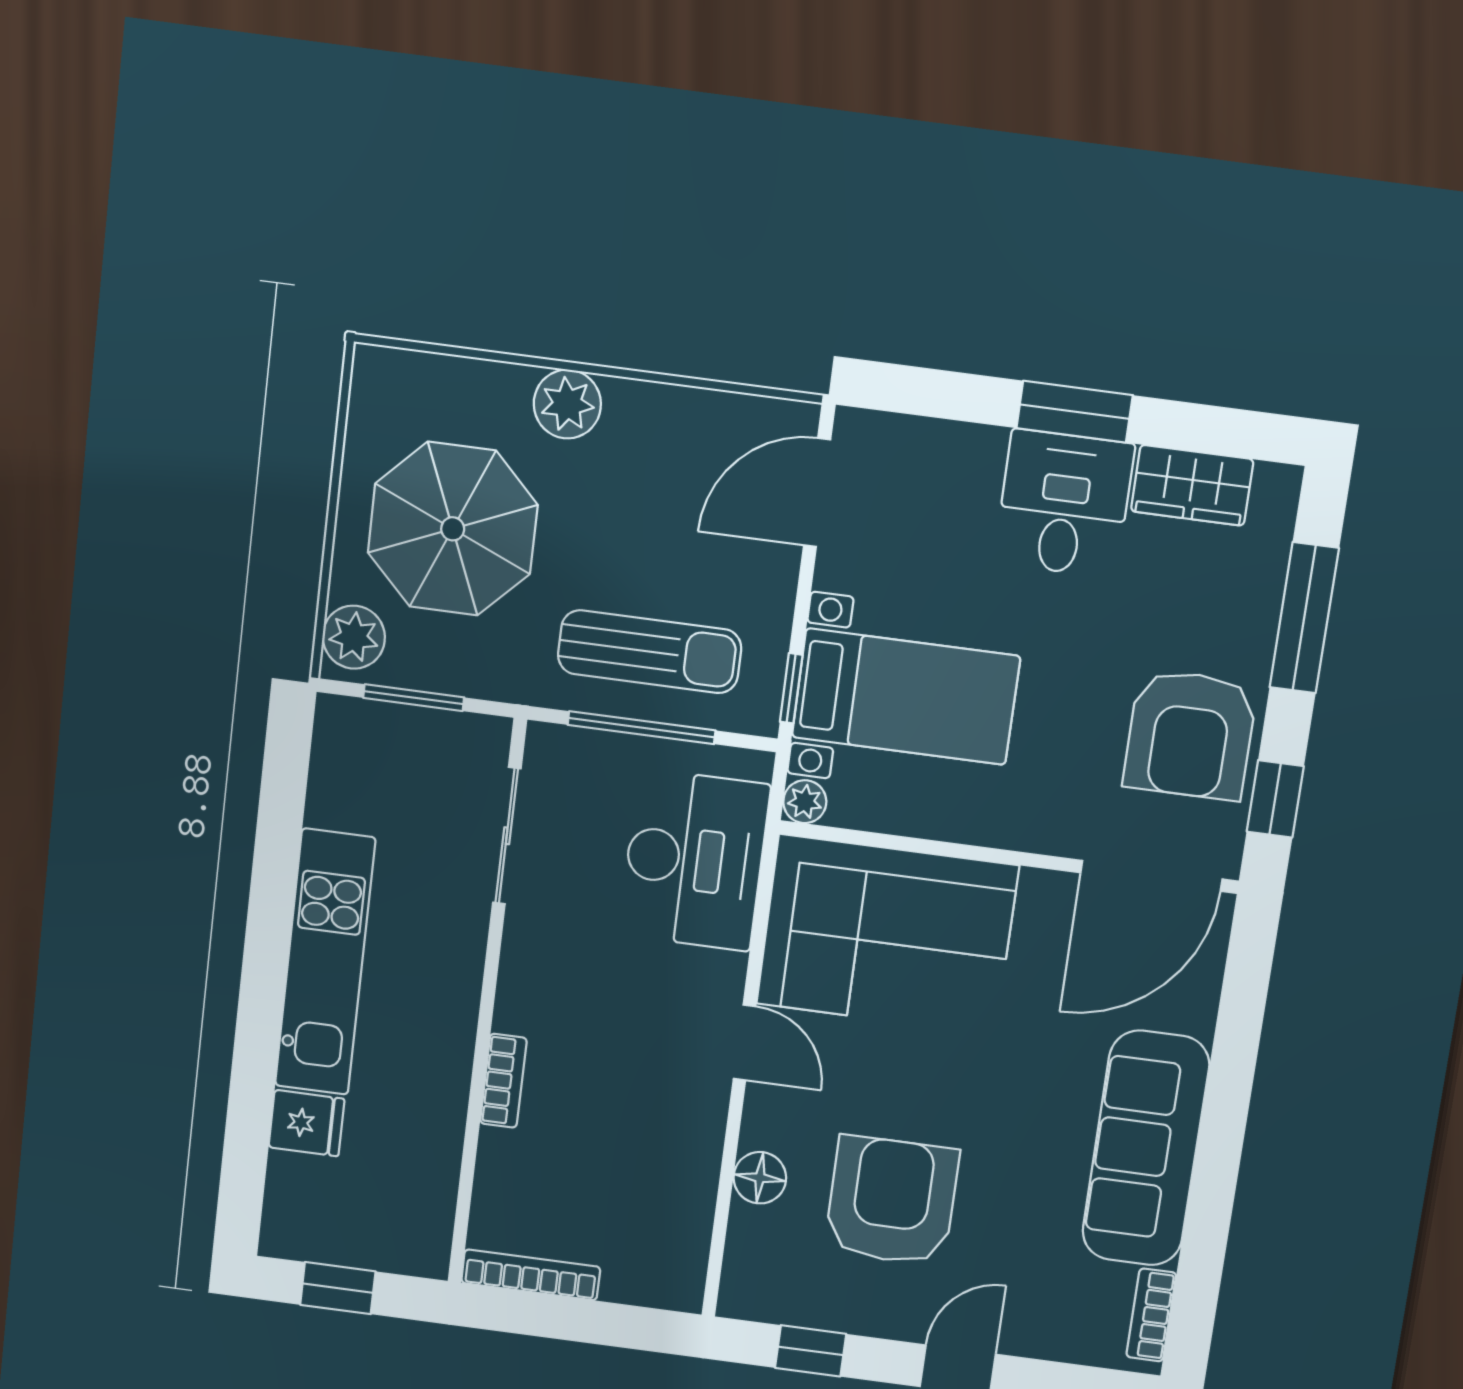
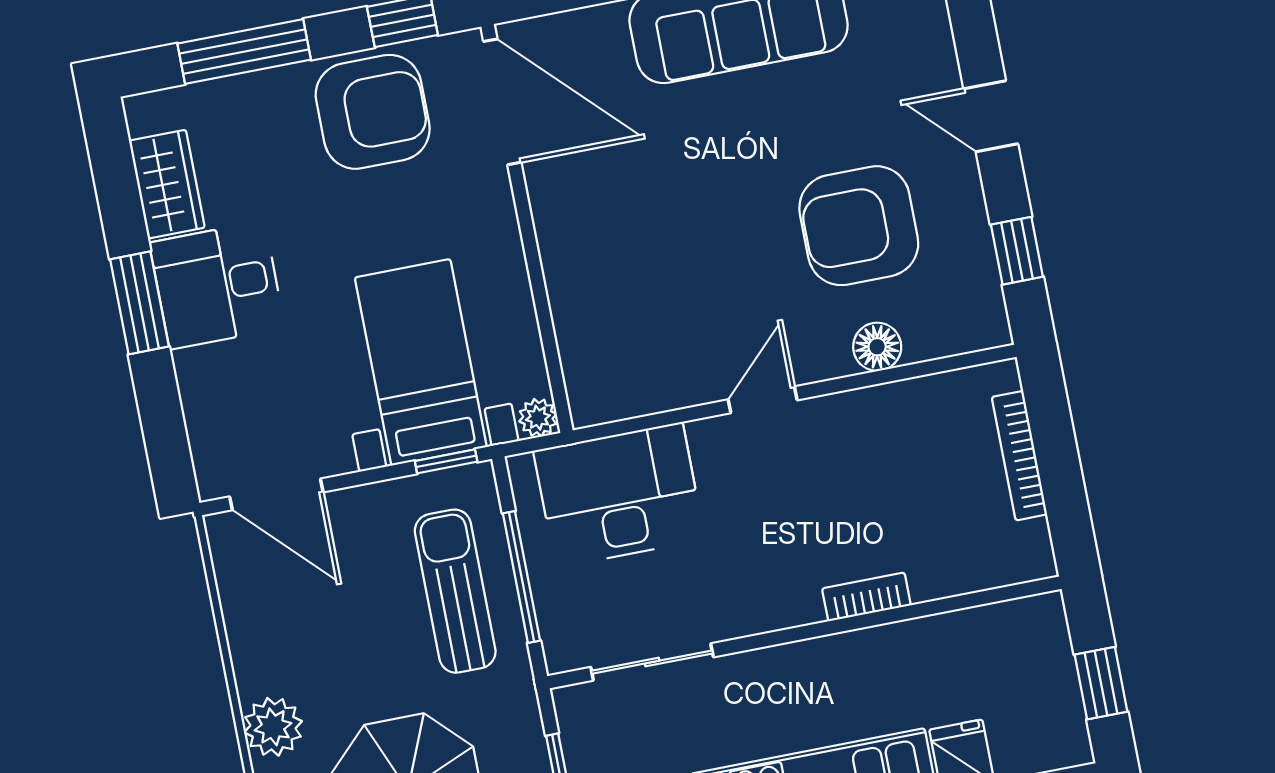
corner sofa: (887, 935) -> (628, 309), removed
bookcase: (531, 1275) -> (1019, 456), moved

